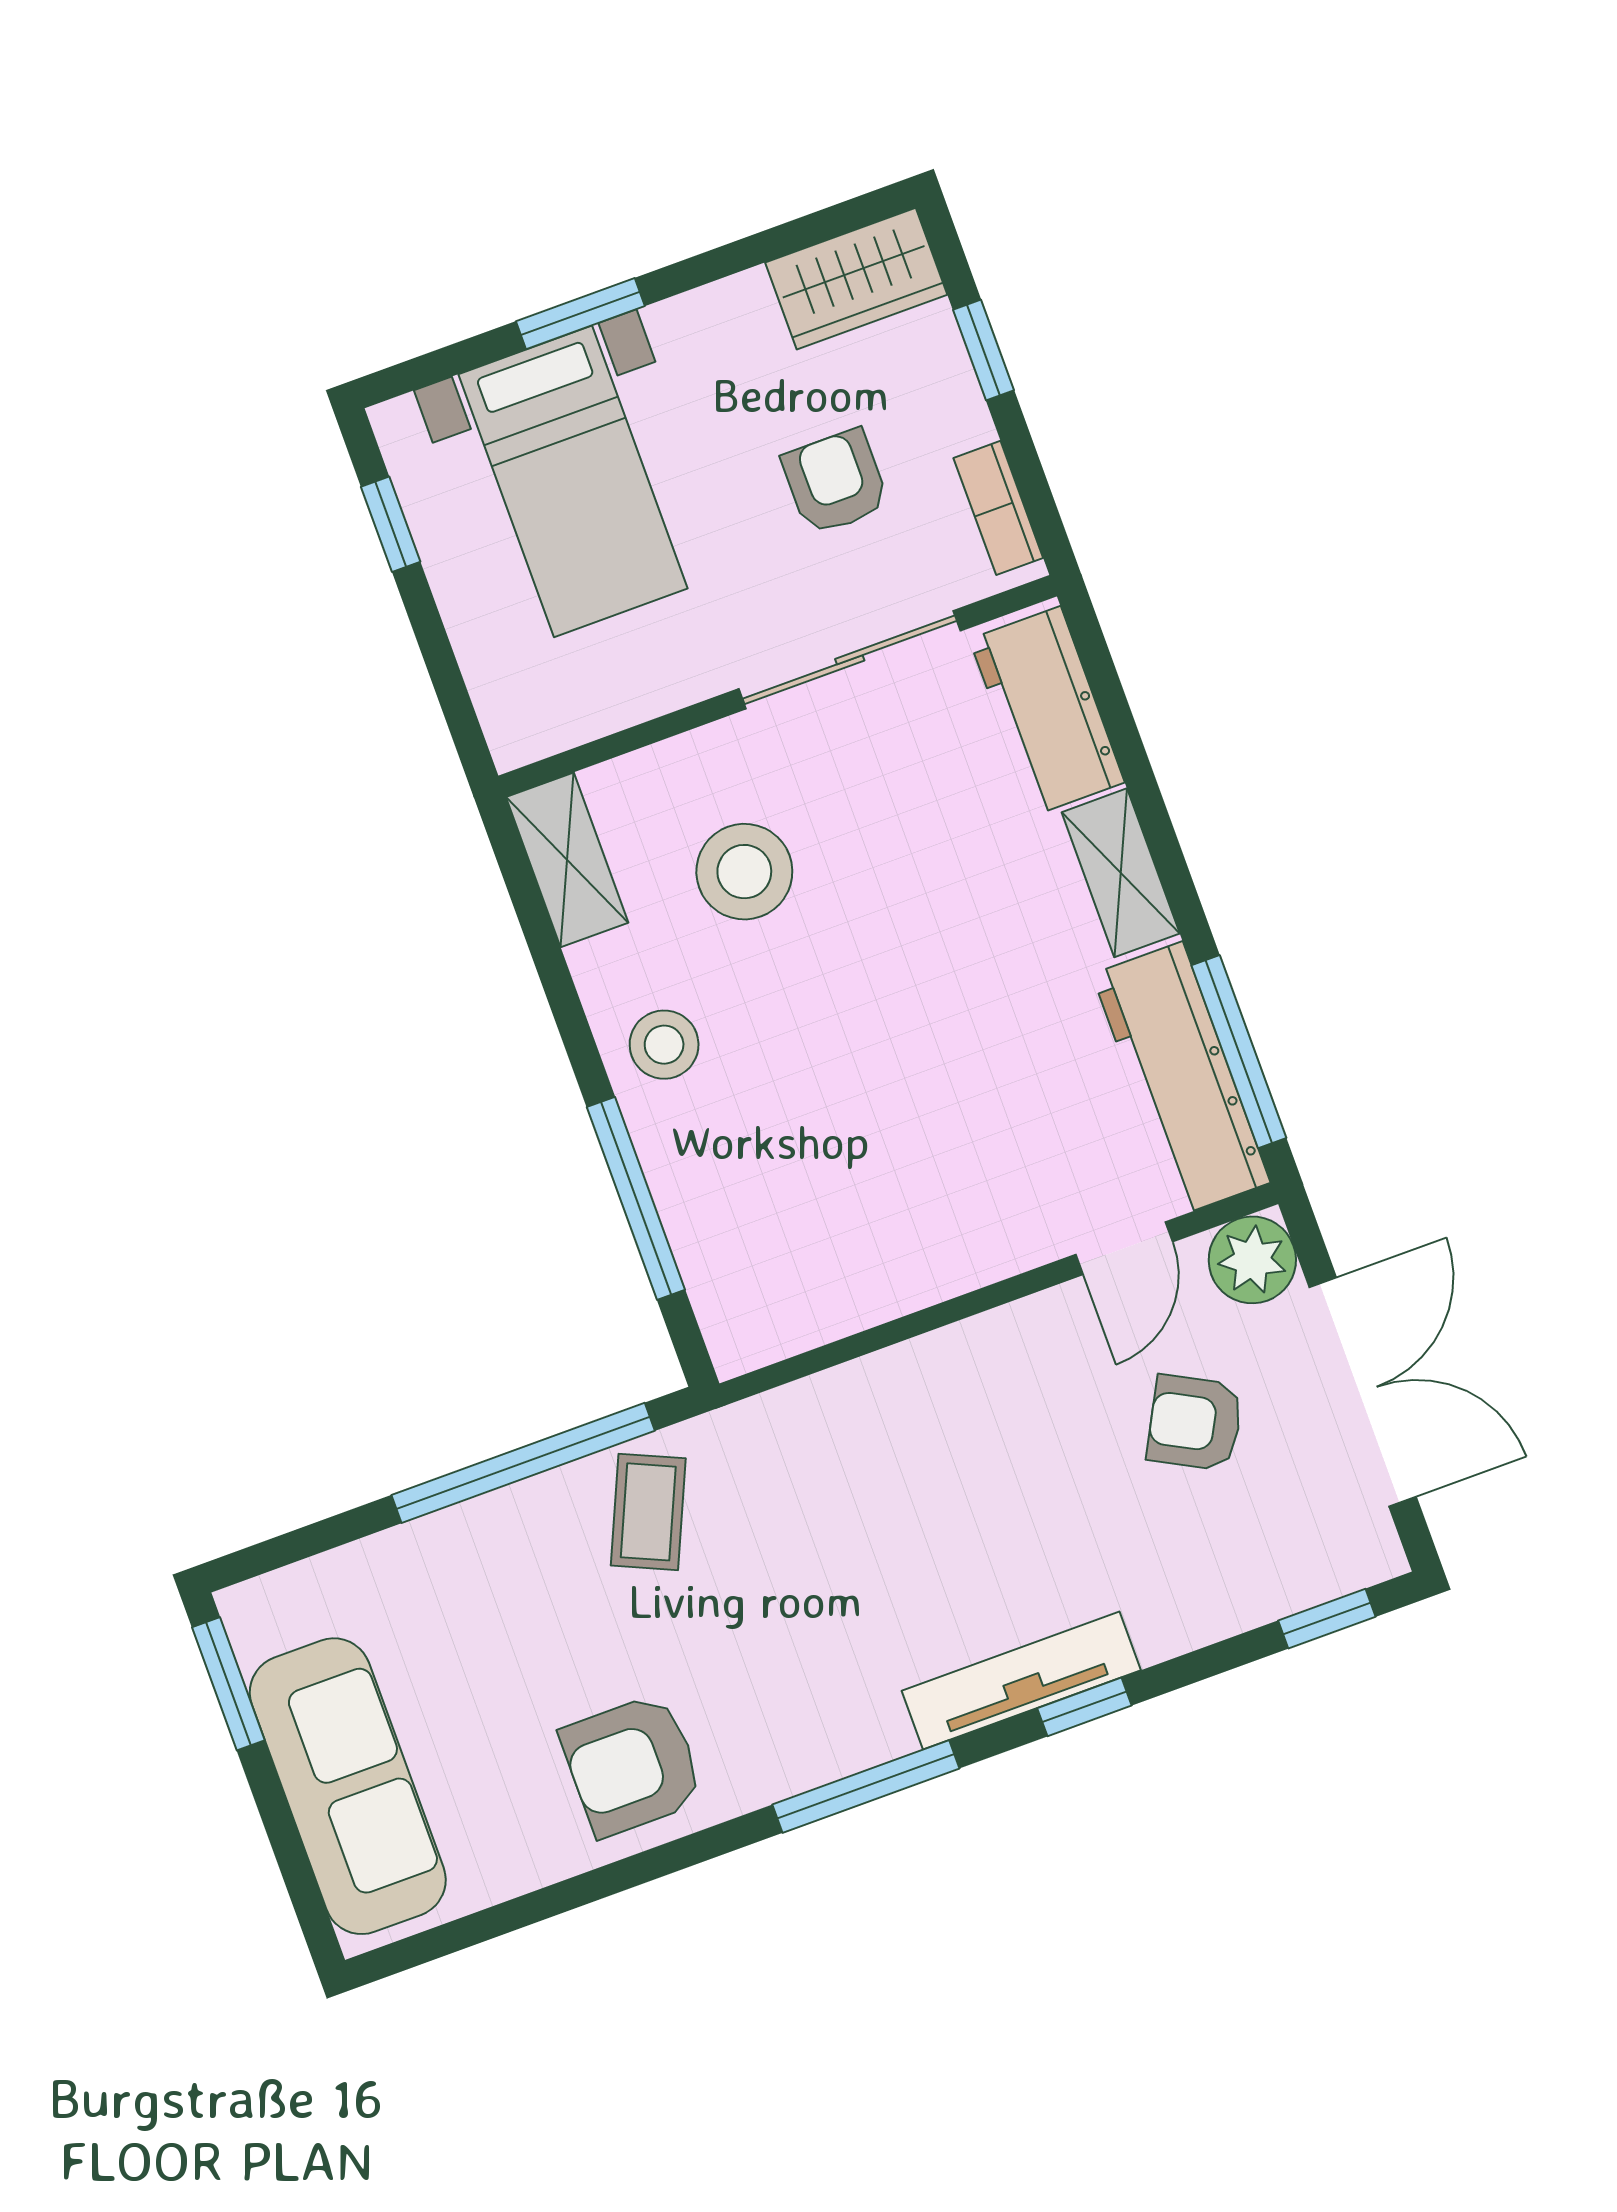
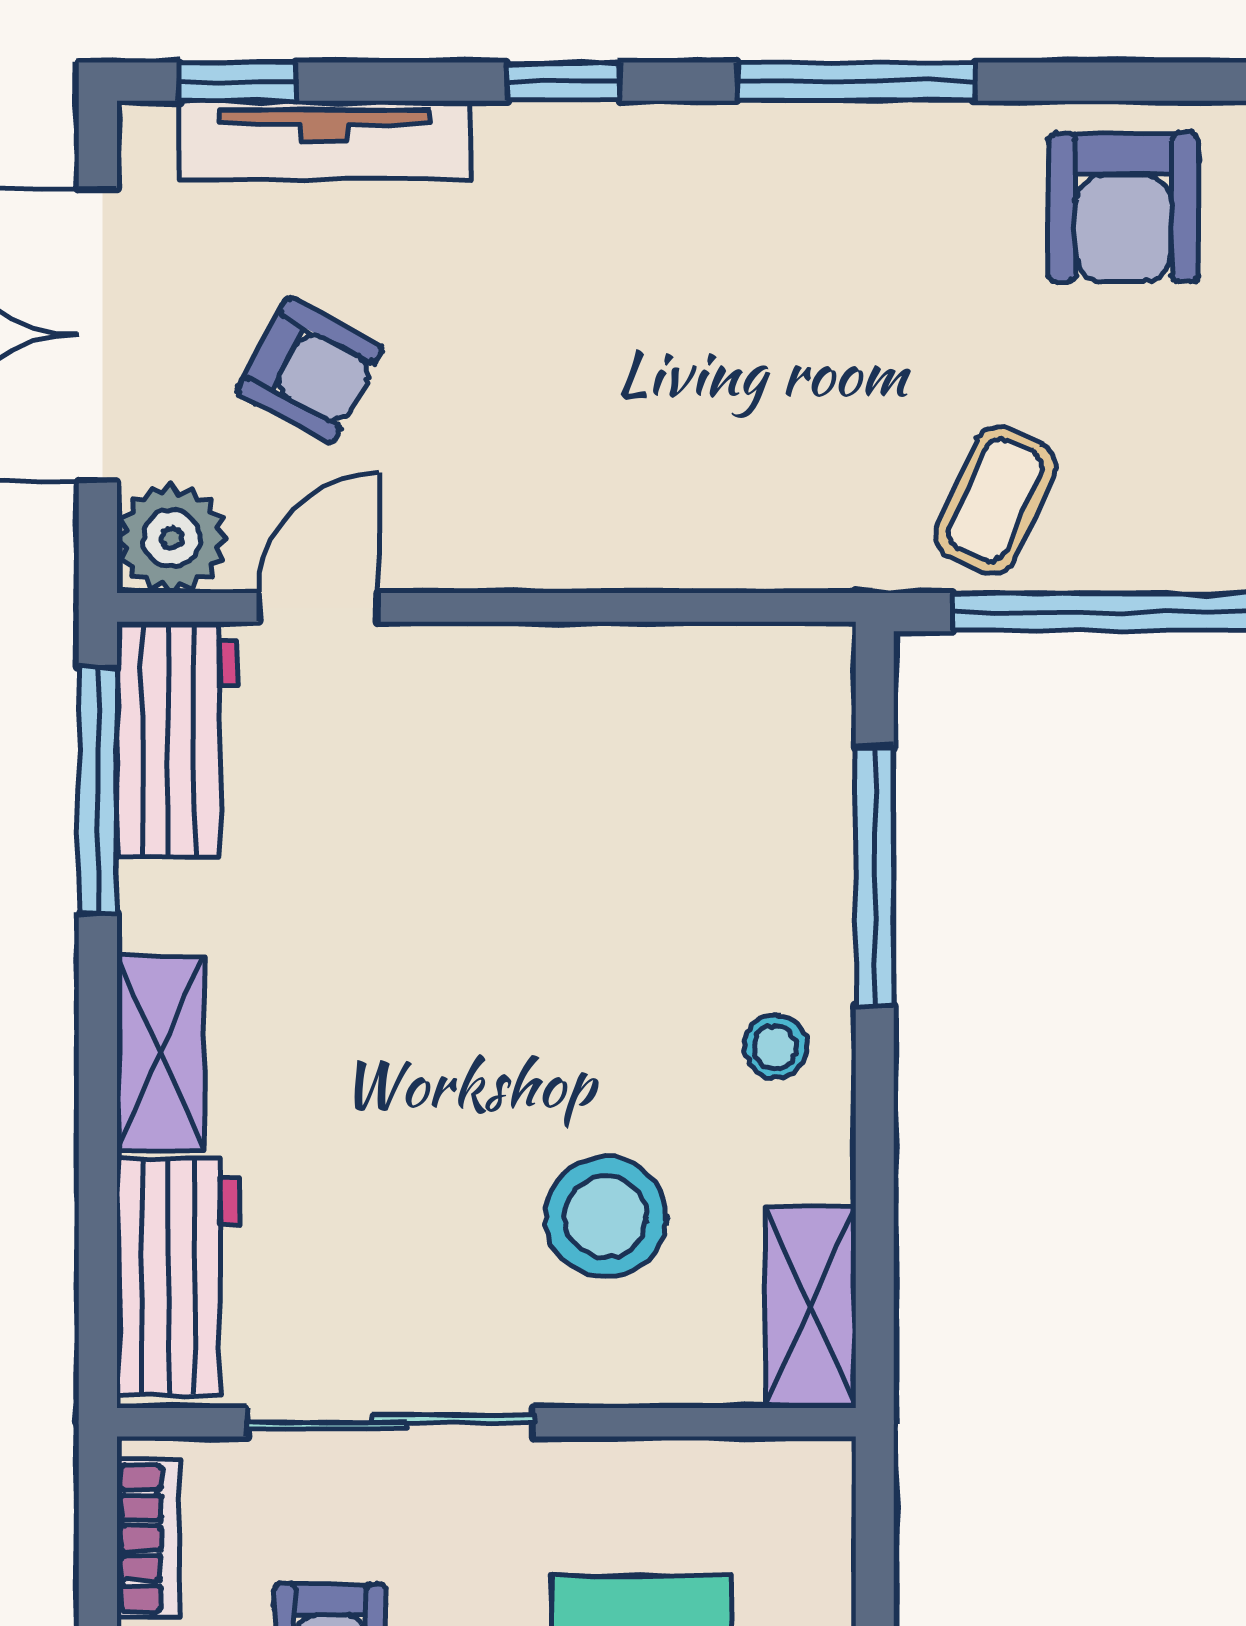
stool: (664, 1045) -> (775, 1047), width x0.73, depth x0.73
workbench: (1181, 1078) -> (178, 740), width x0.73
tv unit: (1021, 1680) -> (324, 140), moved
armchair: (632, 1765) -> (1123, 207), turned 90

